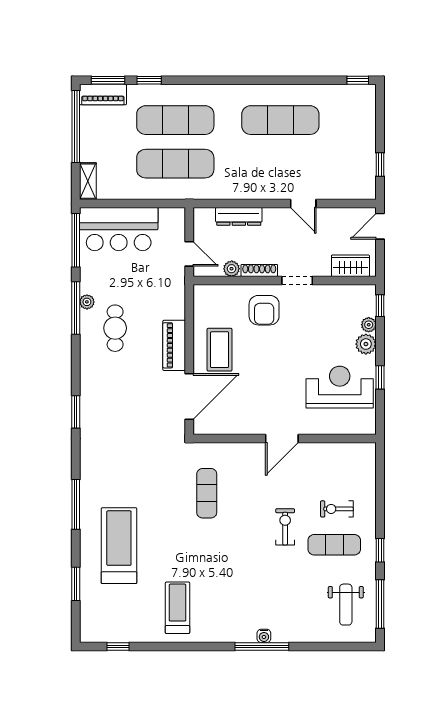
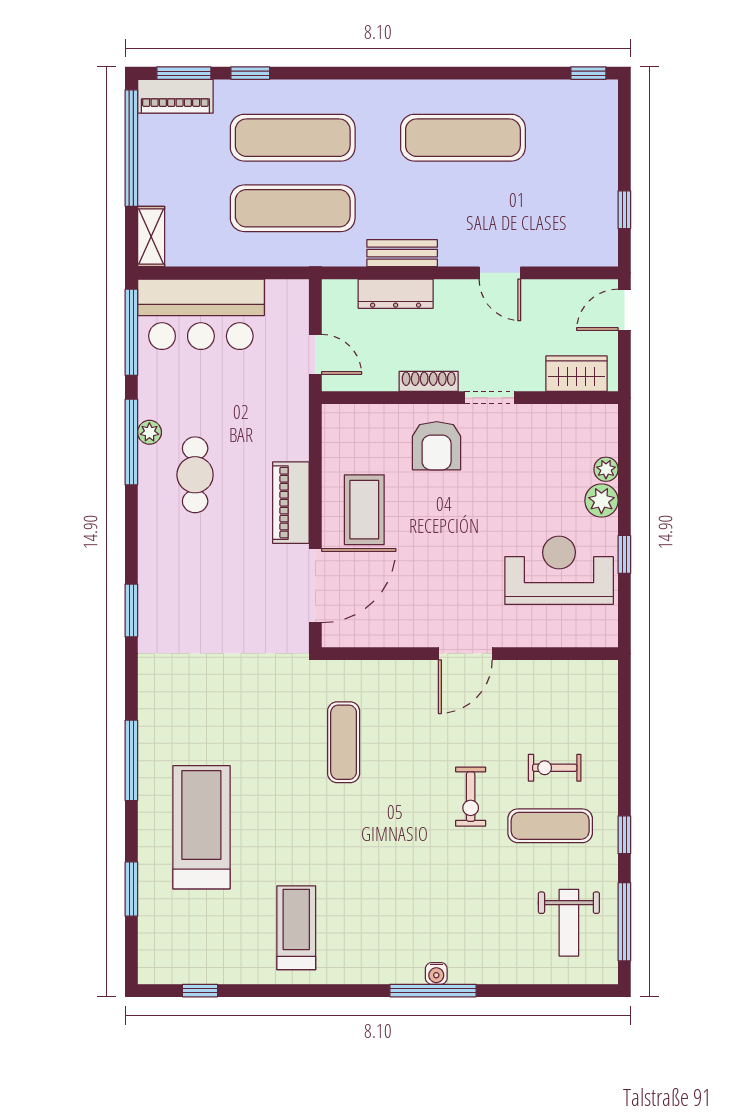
bench: (243, 191) -> (402, 253), added
plant: (232, 269) -> (384, 378), removed
window: (380, 306) -> (624, 438), removed
exercise bike: (285, 527) -> (471, 797), turned 180

